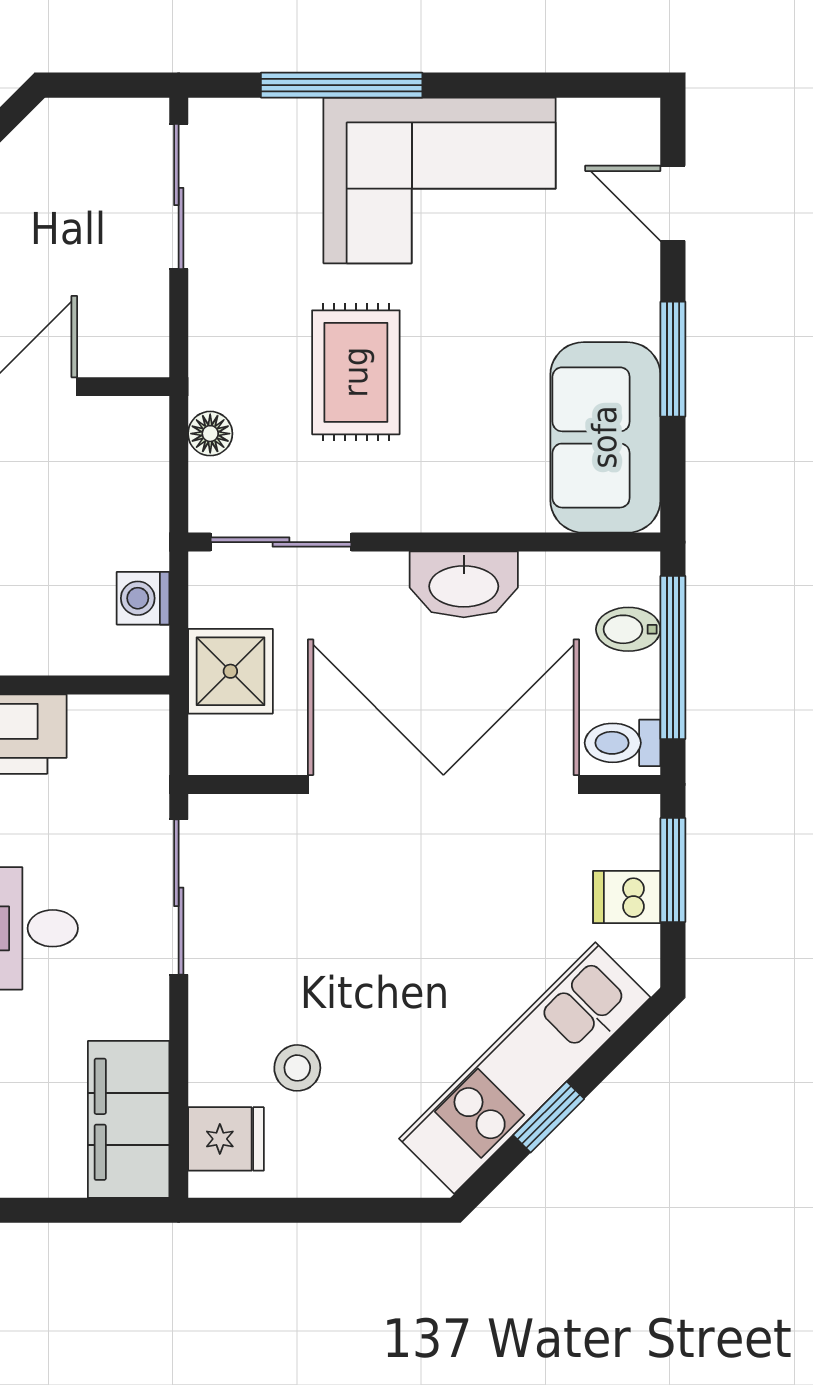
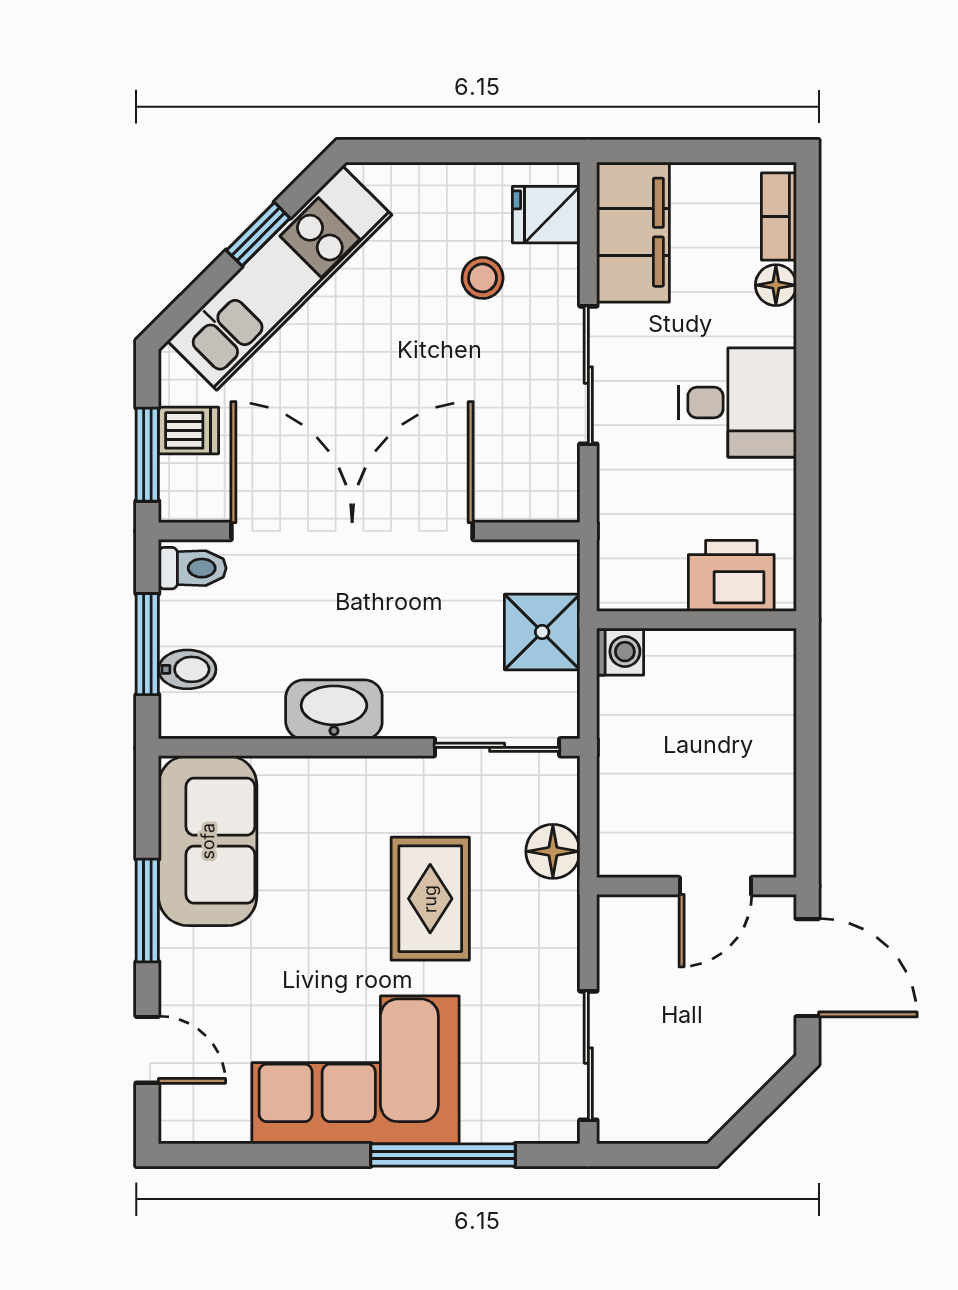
floor lamp: (210, 434) -> (553, 851), width x1.37, depth x1.37
washing machine: (143, 598) -> (620, 652), moved
window: (673, 658) -> (147, 644), width x0.69
double door: (443, 784) -> (352, 531), swing flipped
sliding door: (179, 897) -> (588, 375), moved

